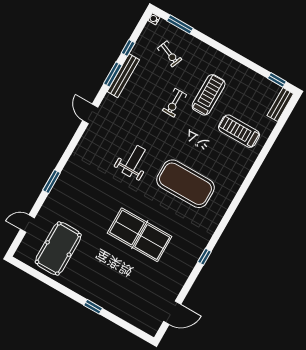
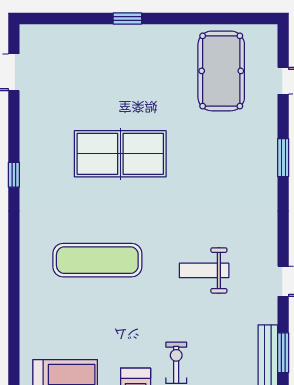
weight bench: (134, 161) -> (204, 270), moved, turned 90
exercise mat: (185, 184) -> (97, 260), width x0.68

